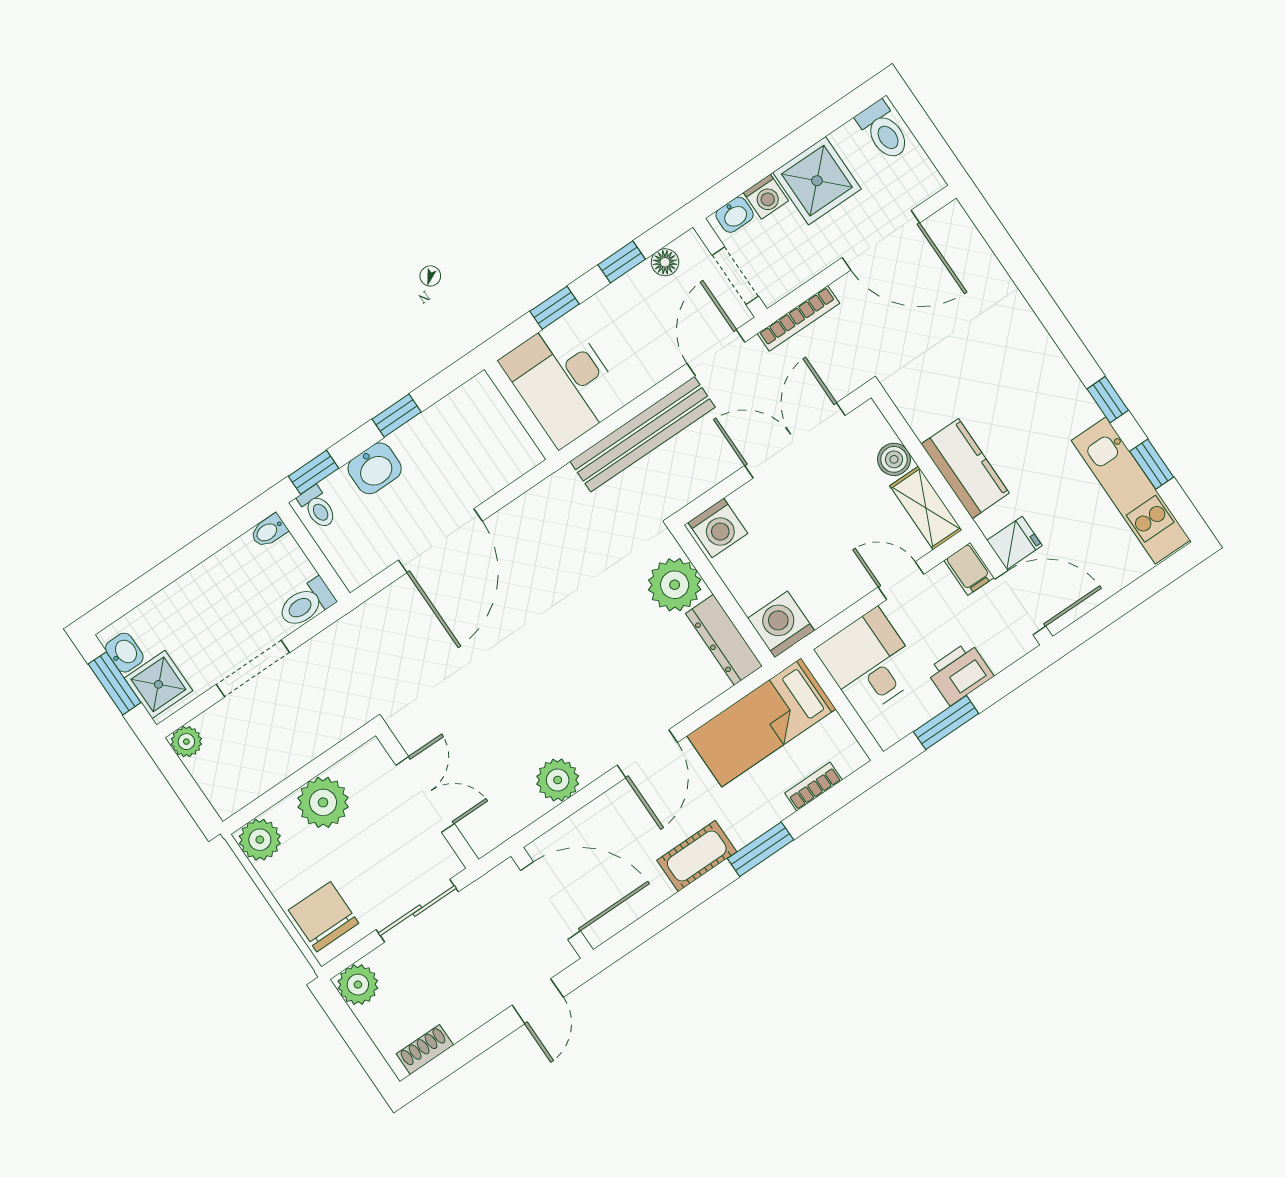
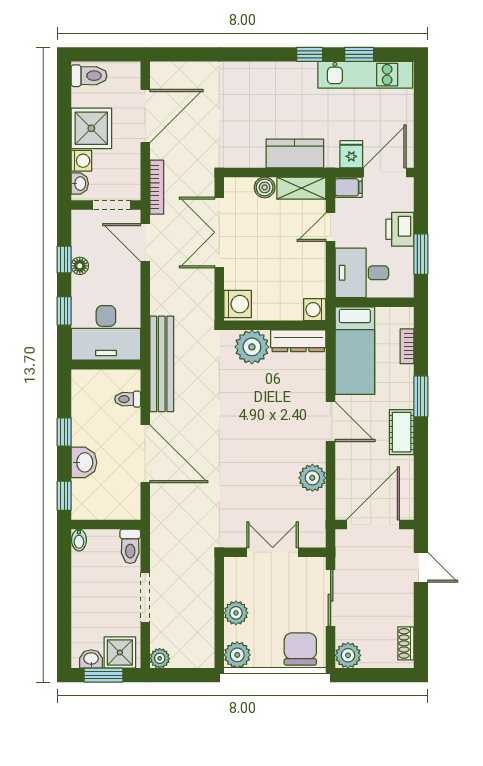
floor lamp: (665, 262) -> (80, 266), moved
bench: (643, 434) -> (162, 364), moved
toilet: (317, 508) -> (128, 399), moved, turned 180
washing machine: (781, 624) -> (315, 310), width x0.73, depth x0.73
plant: (323, 802) -> (236, 613), width x0.73, depth x0.73
chair: (324, 917) -> (300, 649), turned 90

